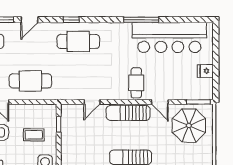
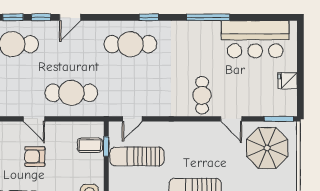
window: (71, 20) -> (149, 17), moved
bar counter: (169, 37) -> (255, 39), width x0.73
door: (92, 102) -> (132, 119), moved
sun lounger: (128, 113) -> (137, 156), moved
coffee table: (34, 135) -> (90, 145), moved

